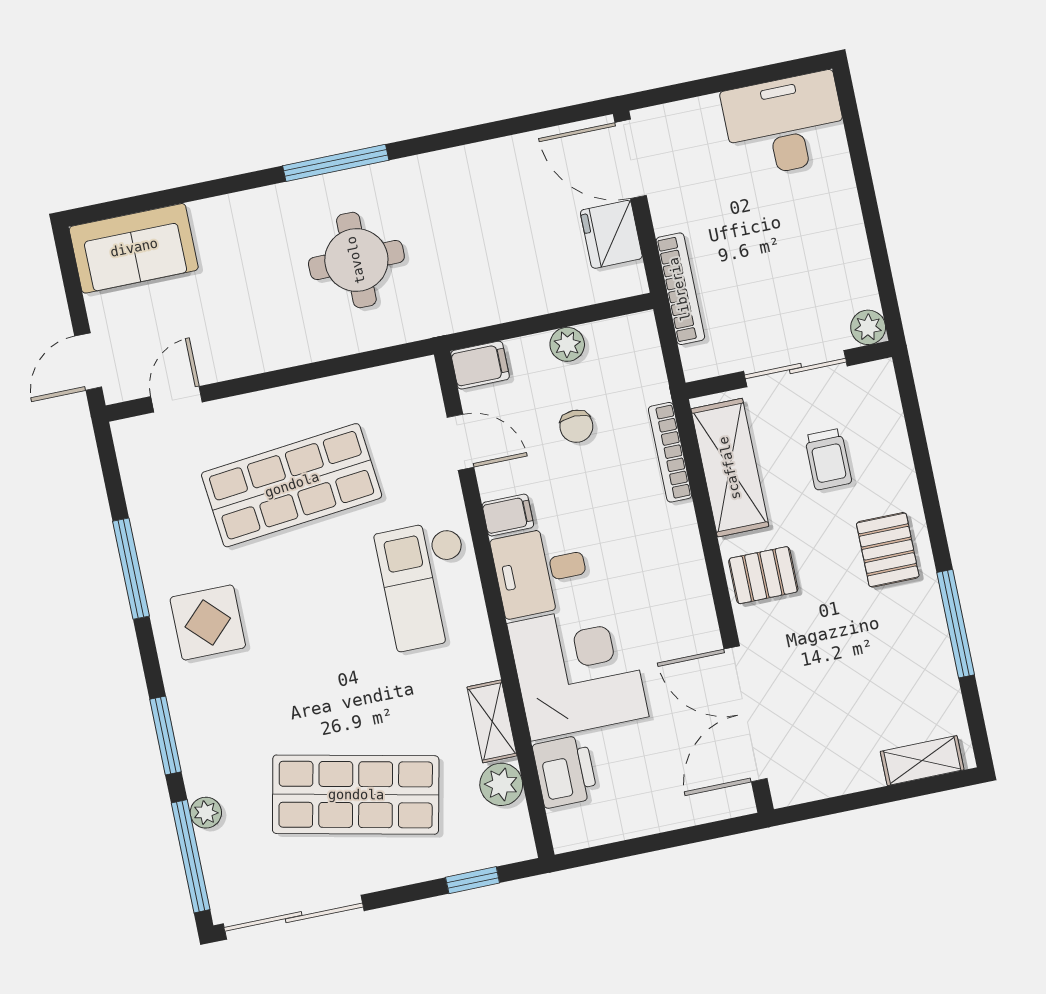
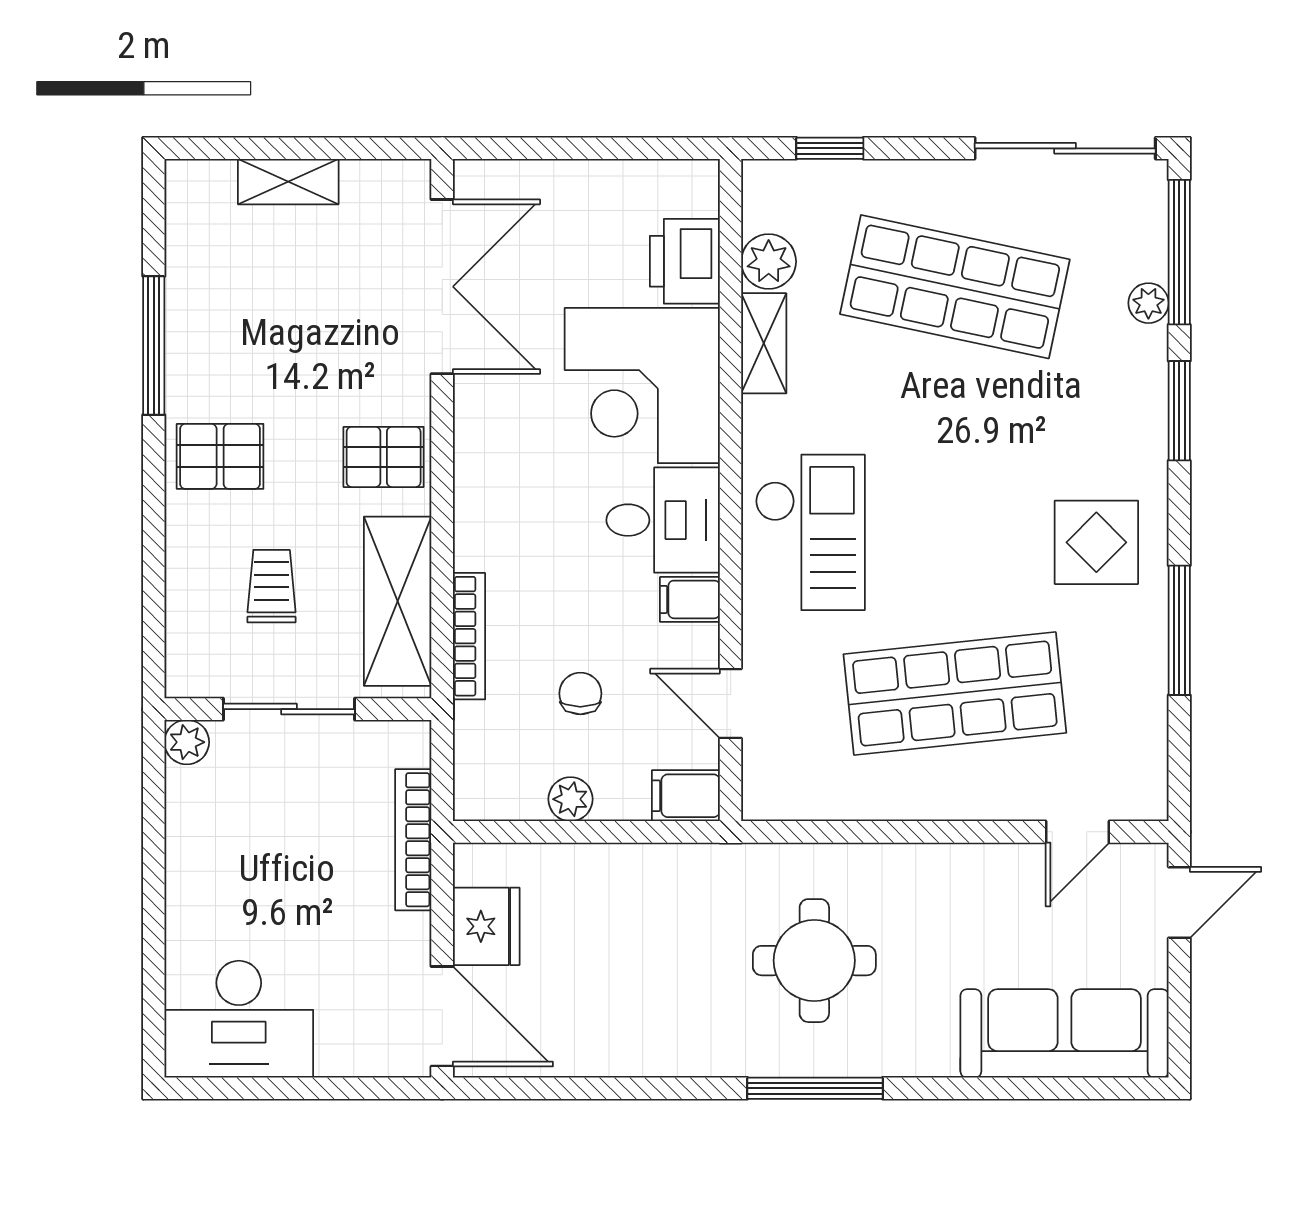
sofa: (134, 248) -> (1064, 1033), width x1.36
pallet: (888, 550) -> (220, 456), turned 90
shelving: (922, 761) -> (288, 182), moved

